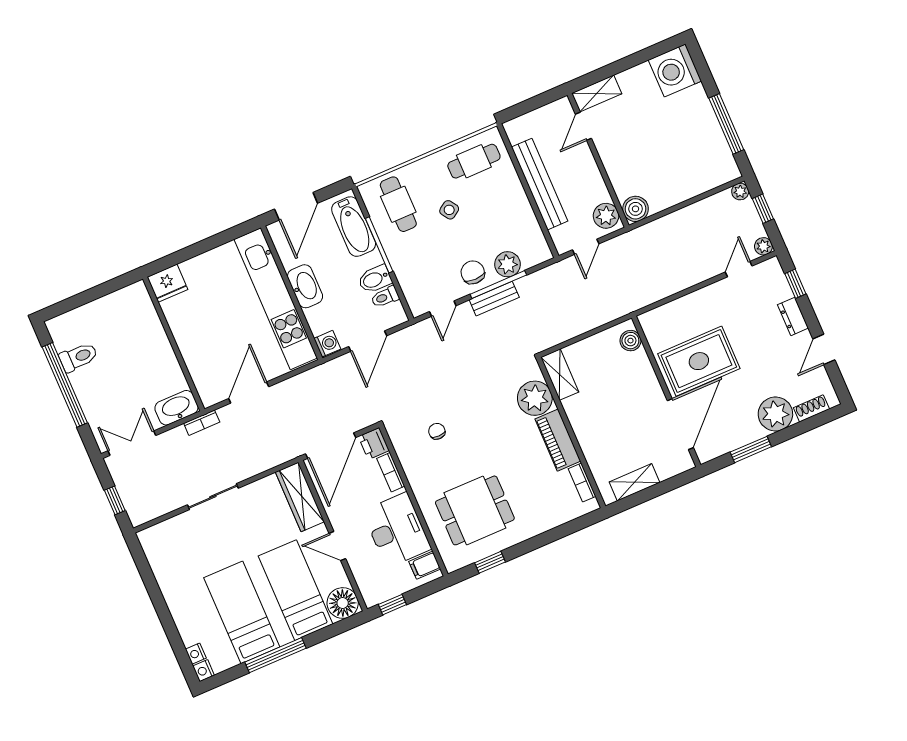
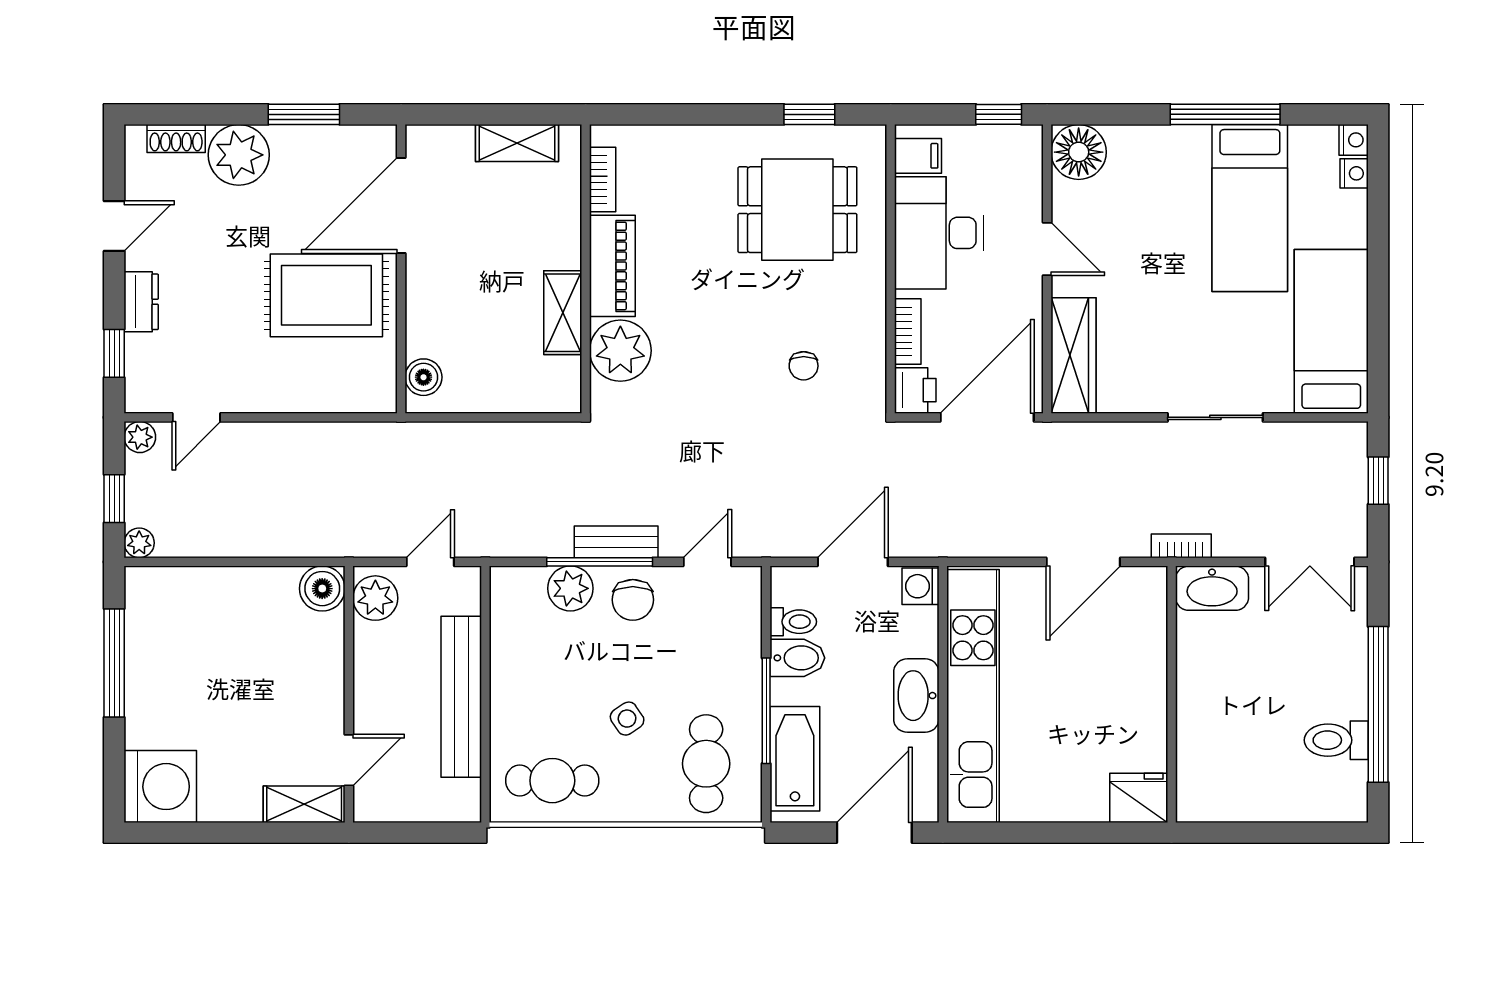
shelving: (560, 375) -> (563, 313), moved
bed: (296, 590) -> (1331, 331), moved, turned 180

